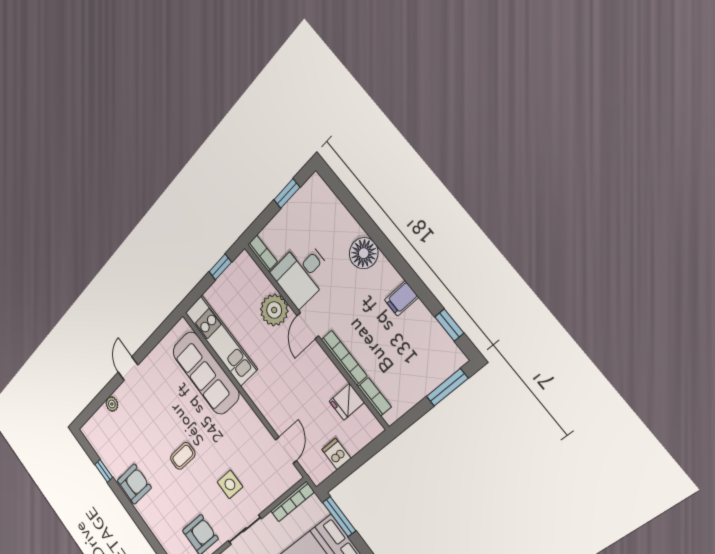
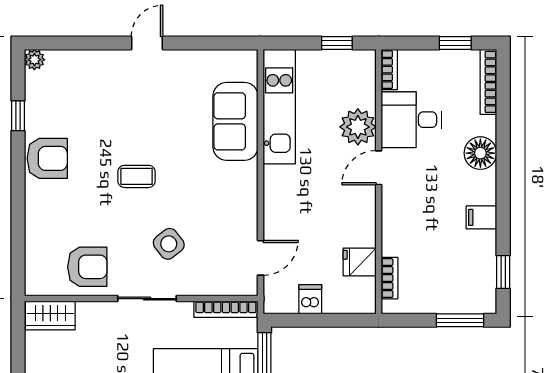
bookcase: (344, 358) -> (488, 82), moved, turned 180
sofa: (206, 373) -> (235, 121), width x0.73
plant: (112, 404) -> (34, 60), moved
side table: (230, 484) -> (169, 244), turned -38

